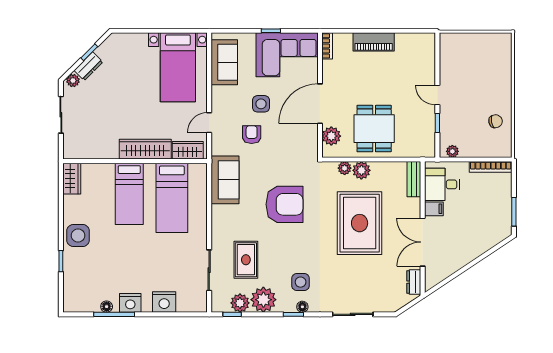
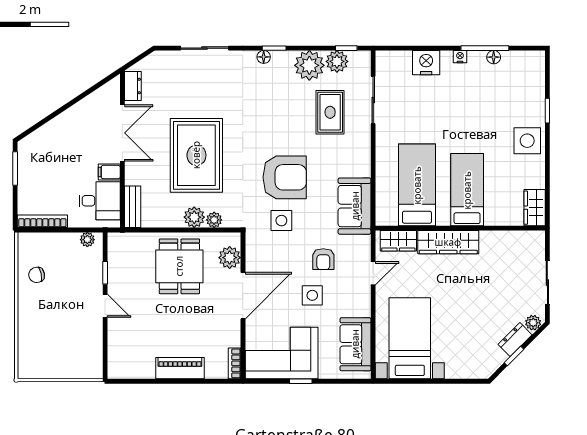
armchair: (284, 204) -> (285, 177), turned 180
side table: (301, 282) -> (281, 221), moved
nightstand: (130, 303) -> (460, 57), width x0.53, depth x0.56

